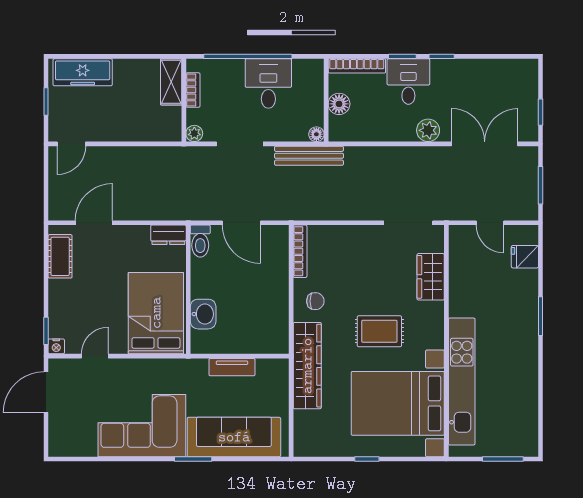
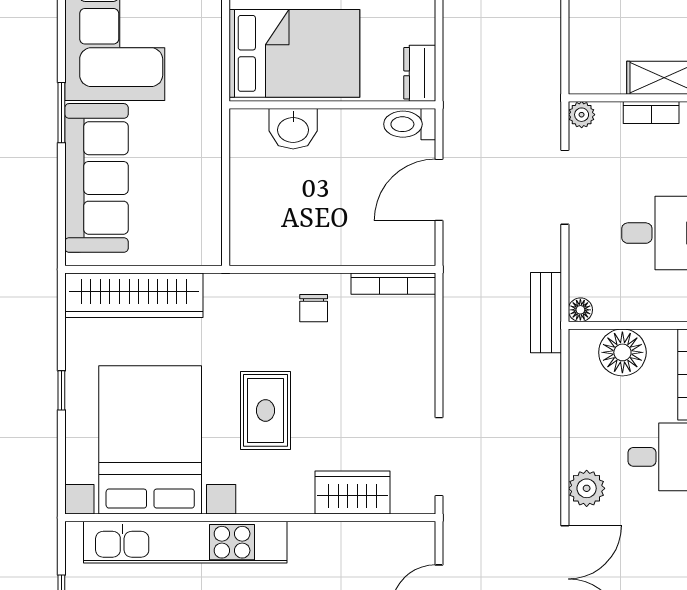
floor lamp: (339, 104) -> (622, 352), width x1.38, depth x1.38
bench: (309, 156) -> (546, 313), width x0.73
wardrobe: (307, 366) -> (134, 295), moved
tv unit: (232, 367) -> (208, 175), removed

